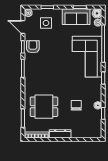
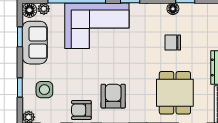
armchair: (42, 67) -> (113, 96), added

